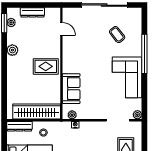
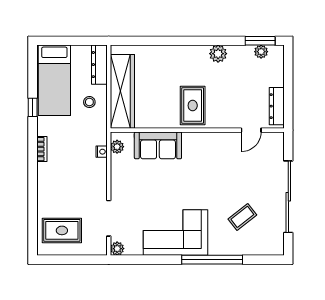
dresser: (32, 12) -> (277, 106), moved

